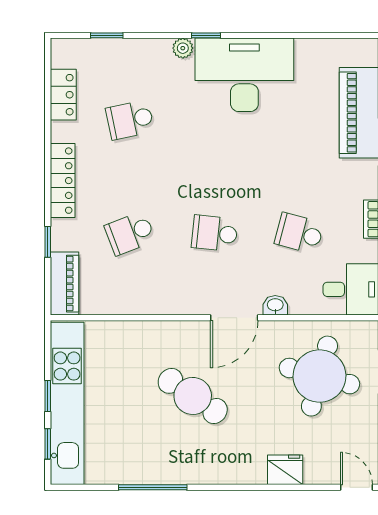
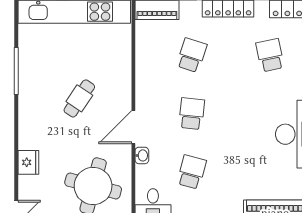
school desk: (130, 233) -> (192, 55), turned 39
door: (234, 318) -> (133, 127), hinge flipped
cafe table: (193, 396) -> (79, 98), width x0.73, depth x0.74

